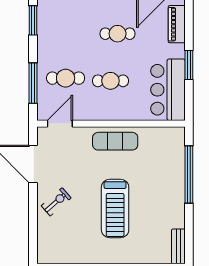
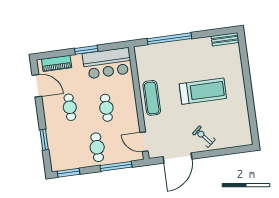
cafe table: (66, 78) -> (97, 147), moved

